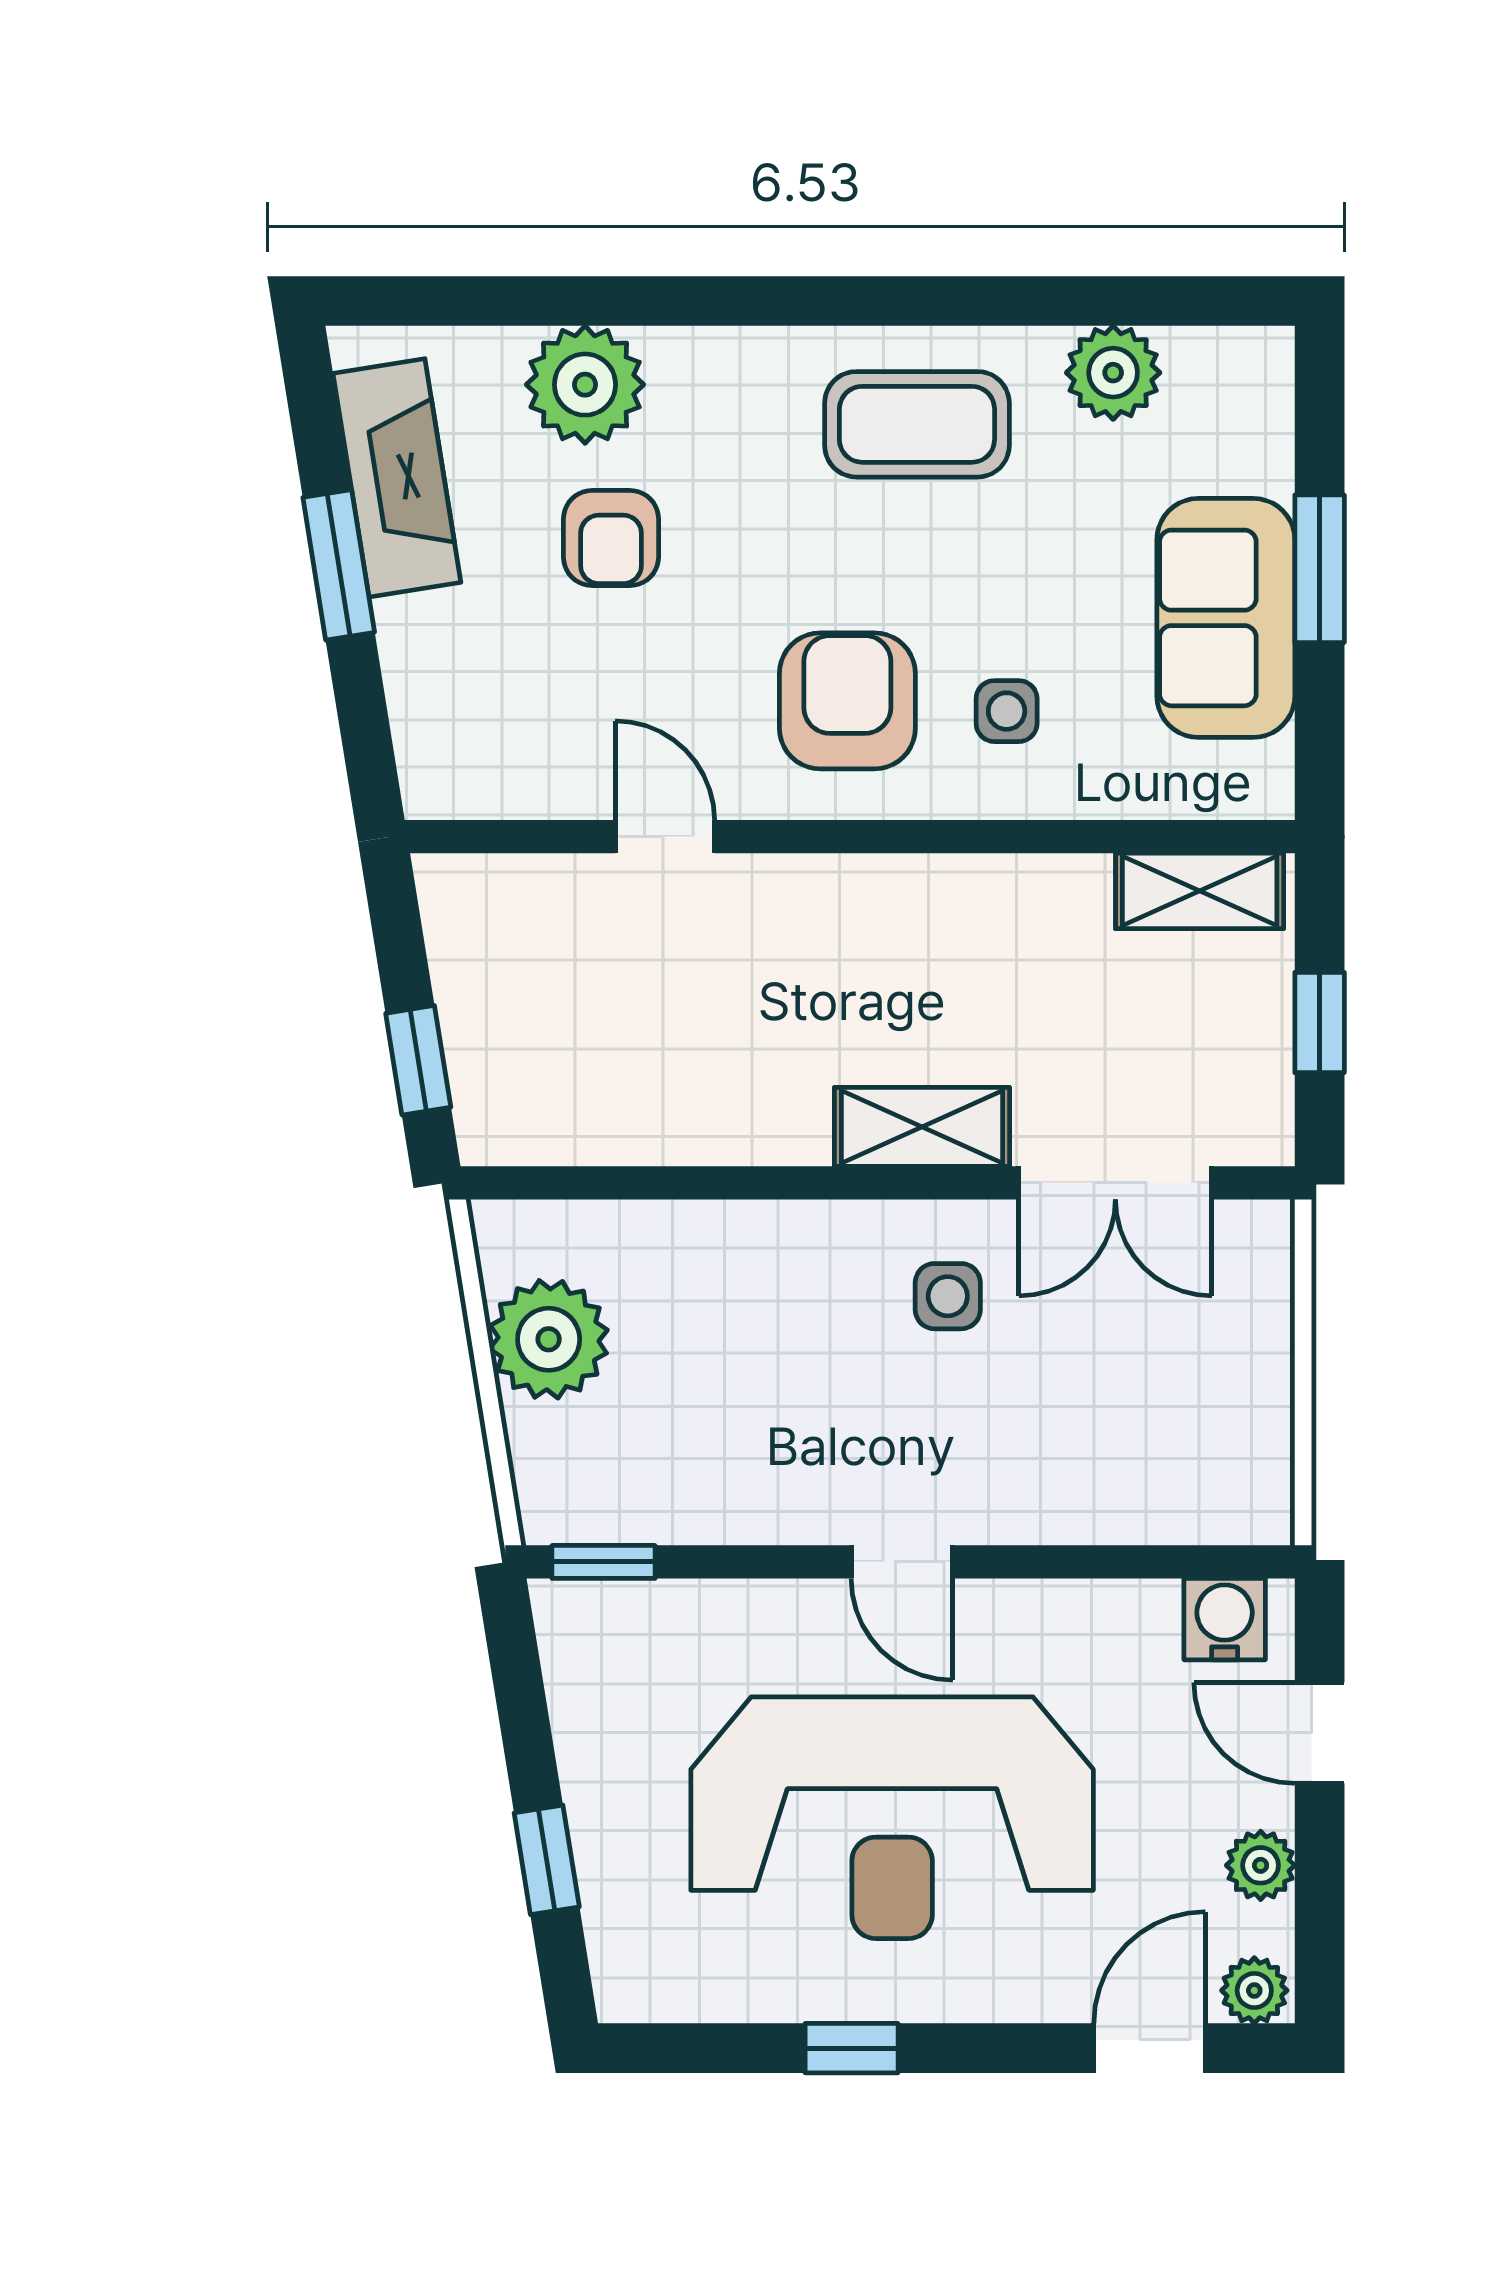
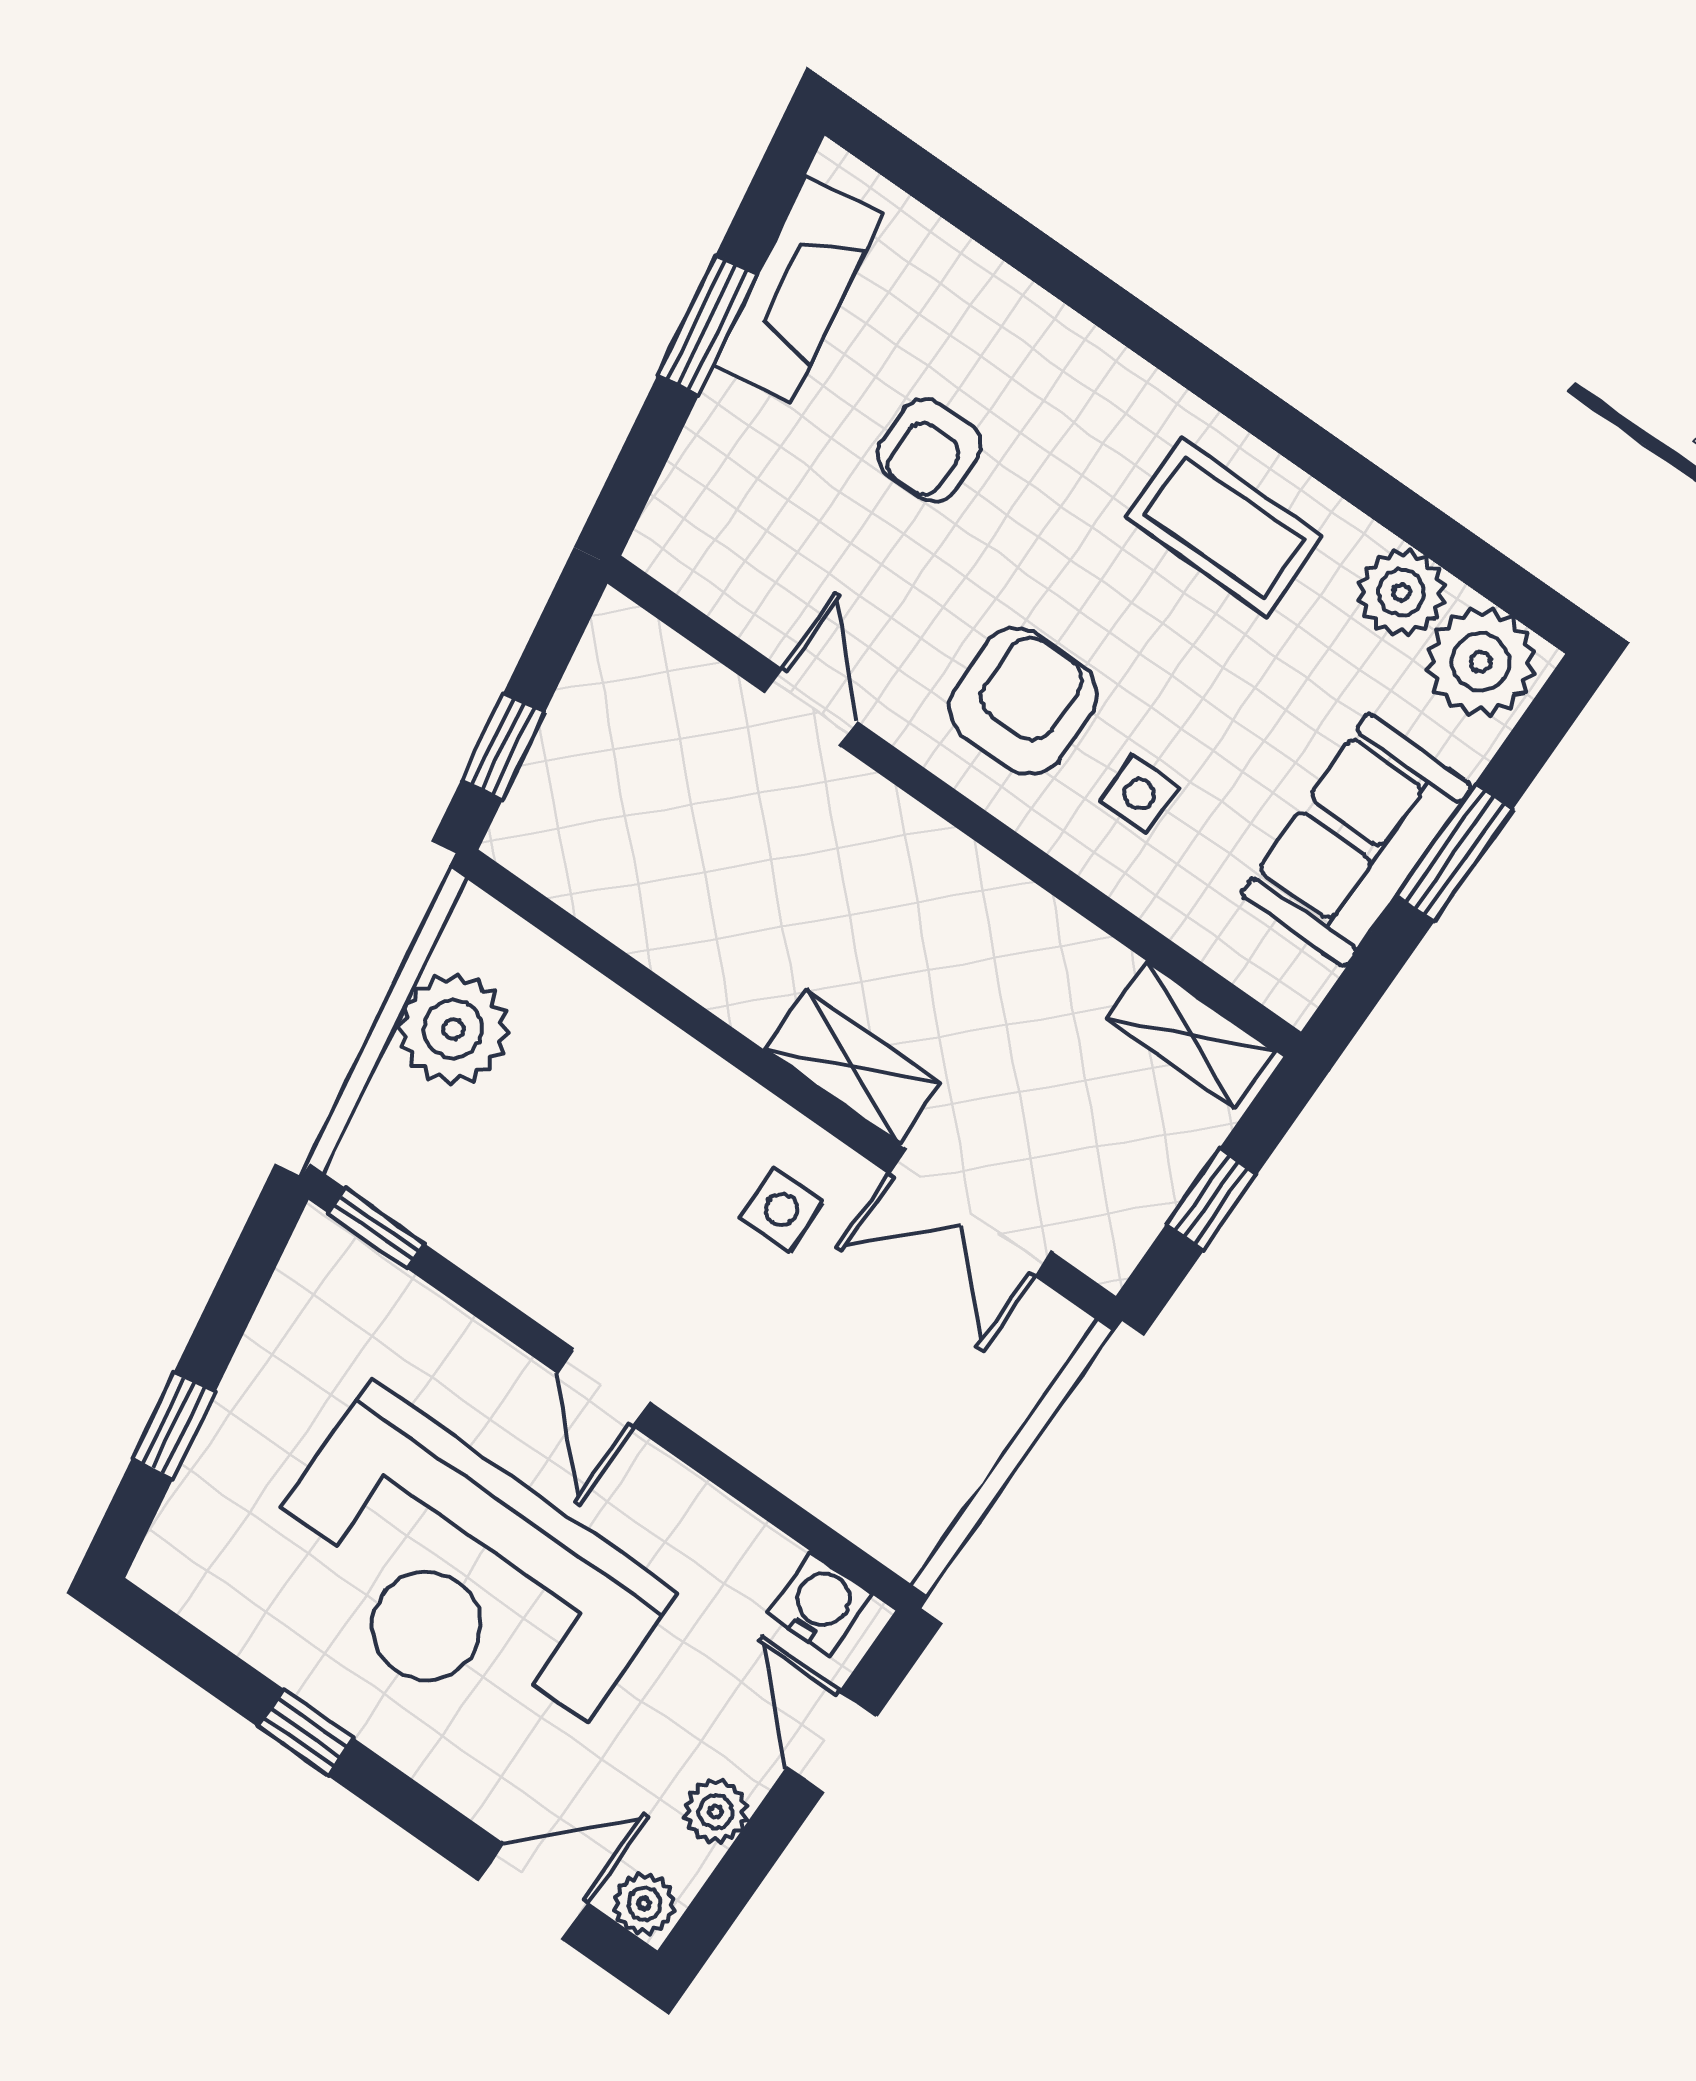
plant: (585, 385) -> (1481, 662), moved

